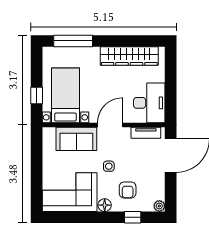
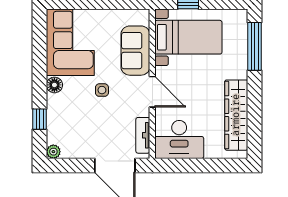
armchair: (128, 190) -> (73, 113), removed

